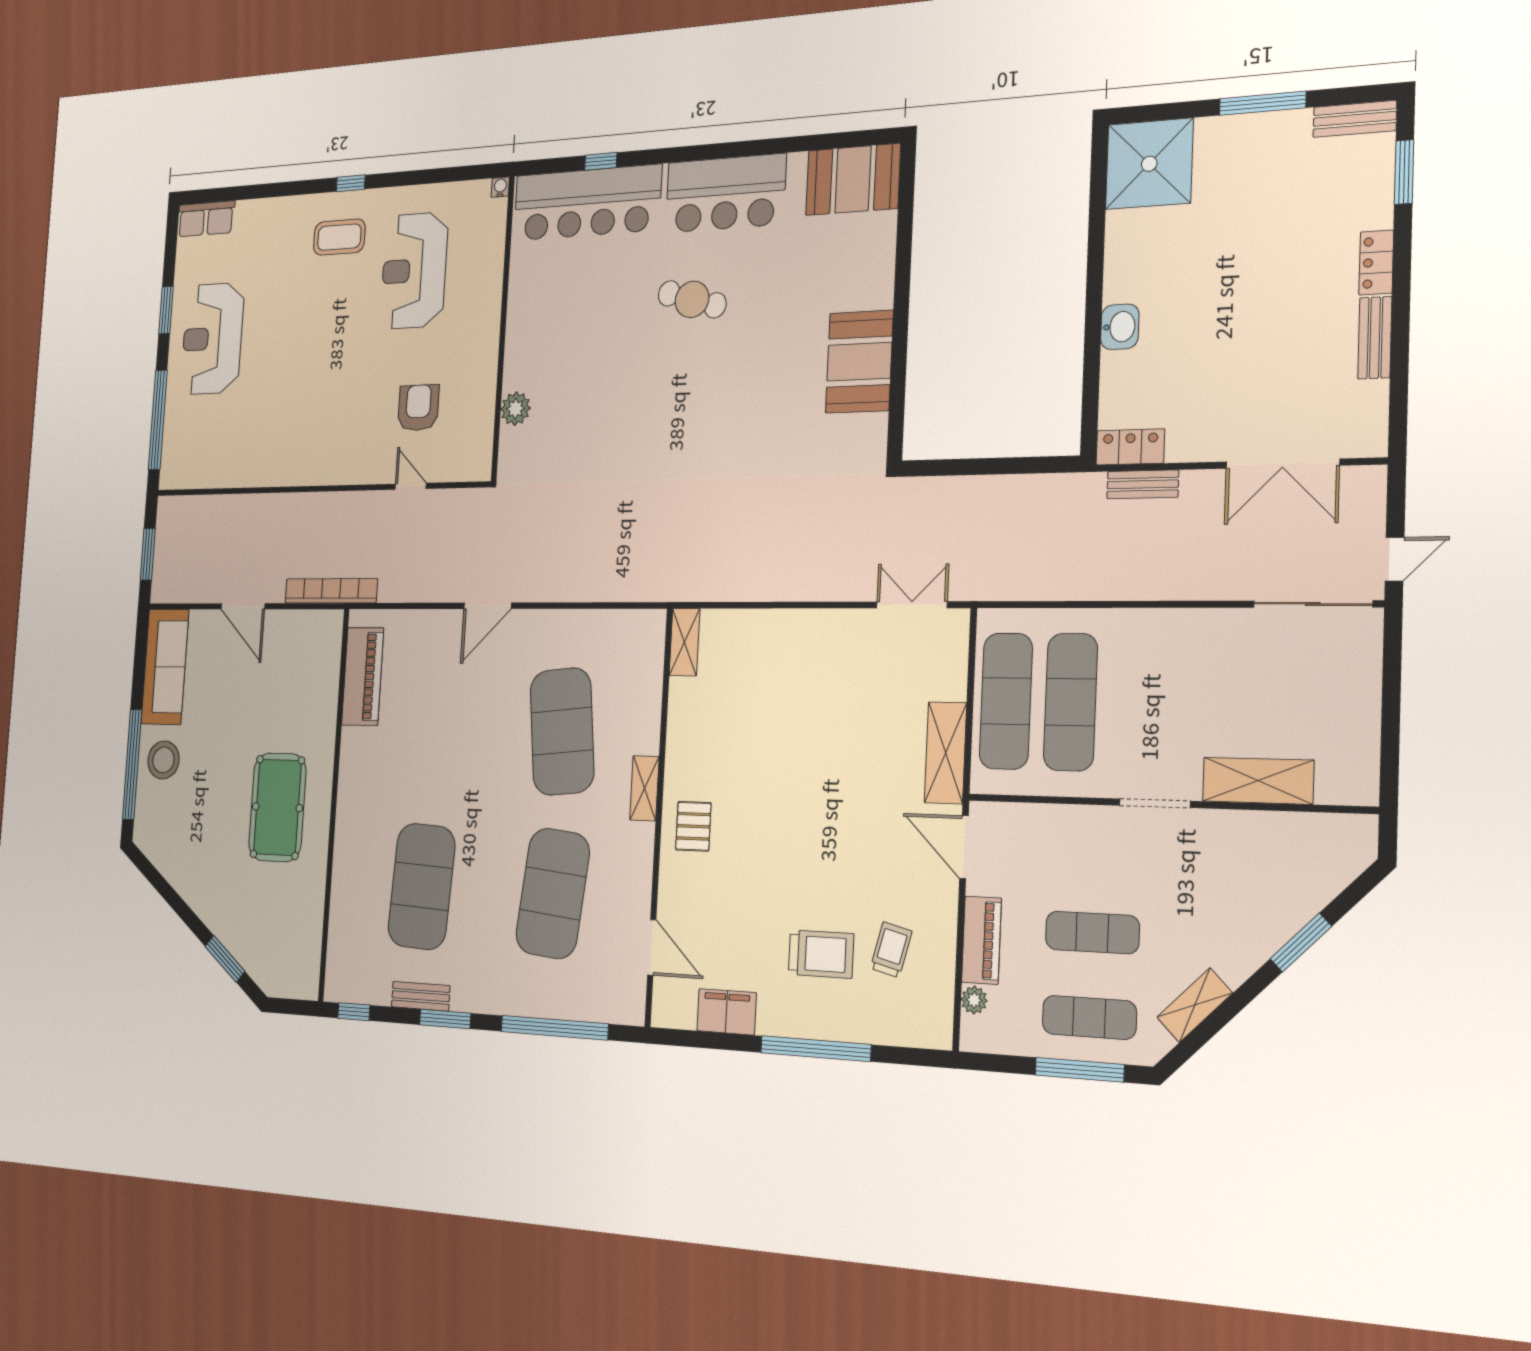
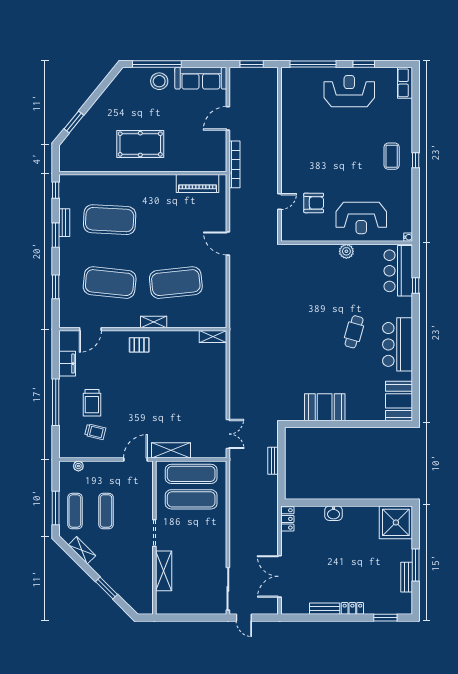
bench: (1355, 119) -> (407, 577), moved
bar counter: (587, 203) -> (398, 271), width x0.73
reception desk: (414, 271) -> (361, 218), moved, turned 180
plant: (516, 409) -> (346, 251), moved
bench: (1143, 484) -> (273, 461), moved
piano: (982, 940) -> (101, 468), removed
window: (554, 1028) -> (56, 287), width x0.47

